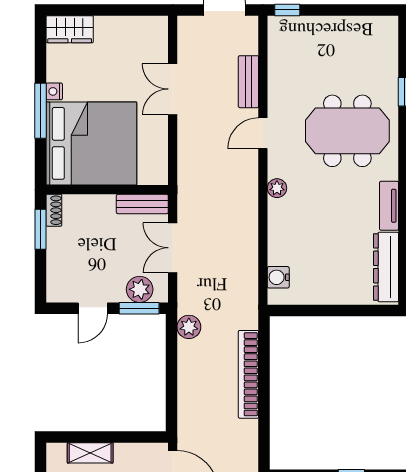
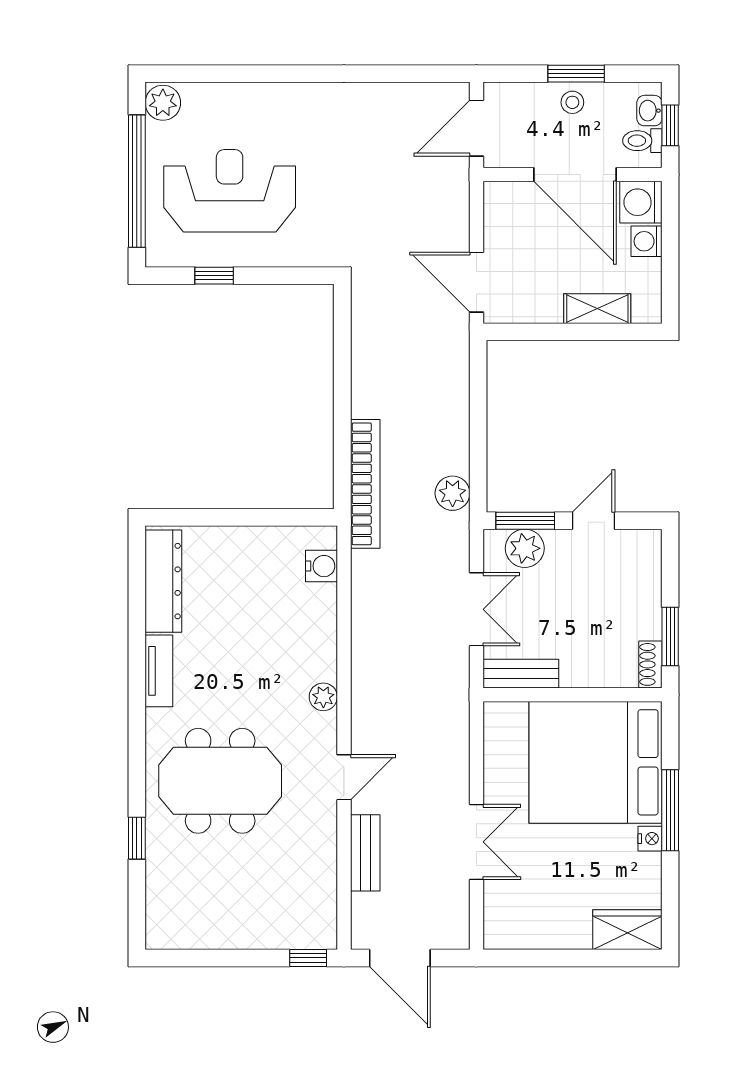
bookcase: (248, 374) -> (365, 484), moved

